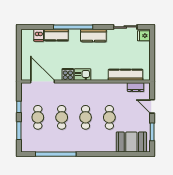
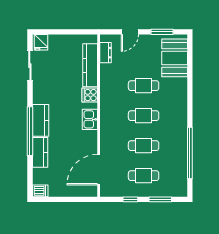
dishwasher: (39, 35) -> (40, 191), moved
kitchen counter: (93, 35) -> (41, 120), moved
cooker: (68, 74) -> (90, 95), moved

